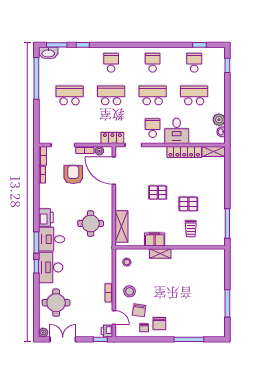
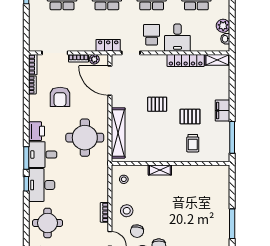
armchair: (73, 175) -> (60, 97), moved, turned 180
round table: (91, 224) -> (85, 138), width x1.36, depth x1.36
shelving: (122, 227) -> (118, 133), width x1.47
filing cabinet: (155, 239) -> (223, 111), moved, turned -90

